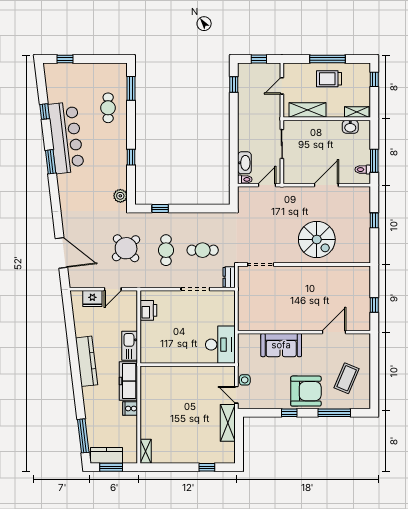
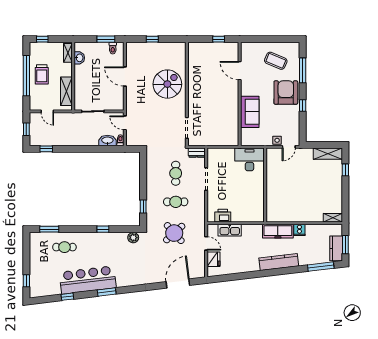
window: (328, 59) -> (26, 76), width x1.46
kitchen sink: (130, 346) -> (230, 230), moved
kitchen counter: (86, 361) -> (279, 262), moved
shelving: (228, 423) -> (328, 154), moved

